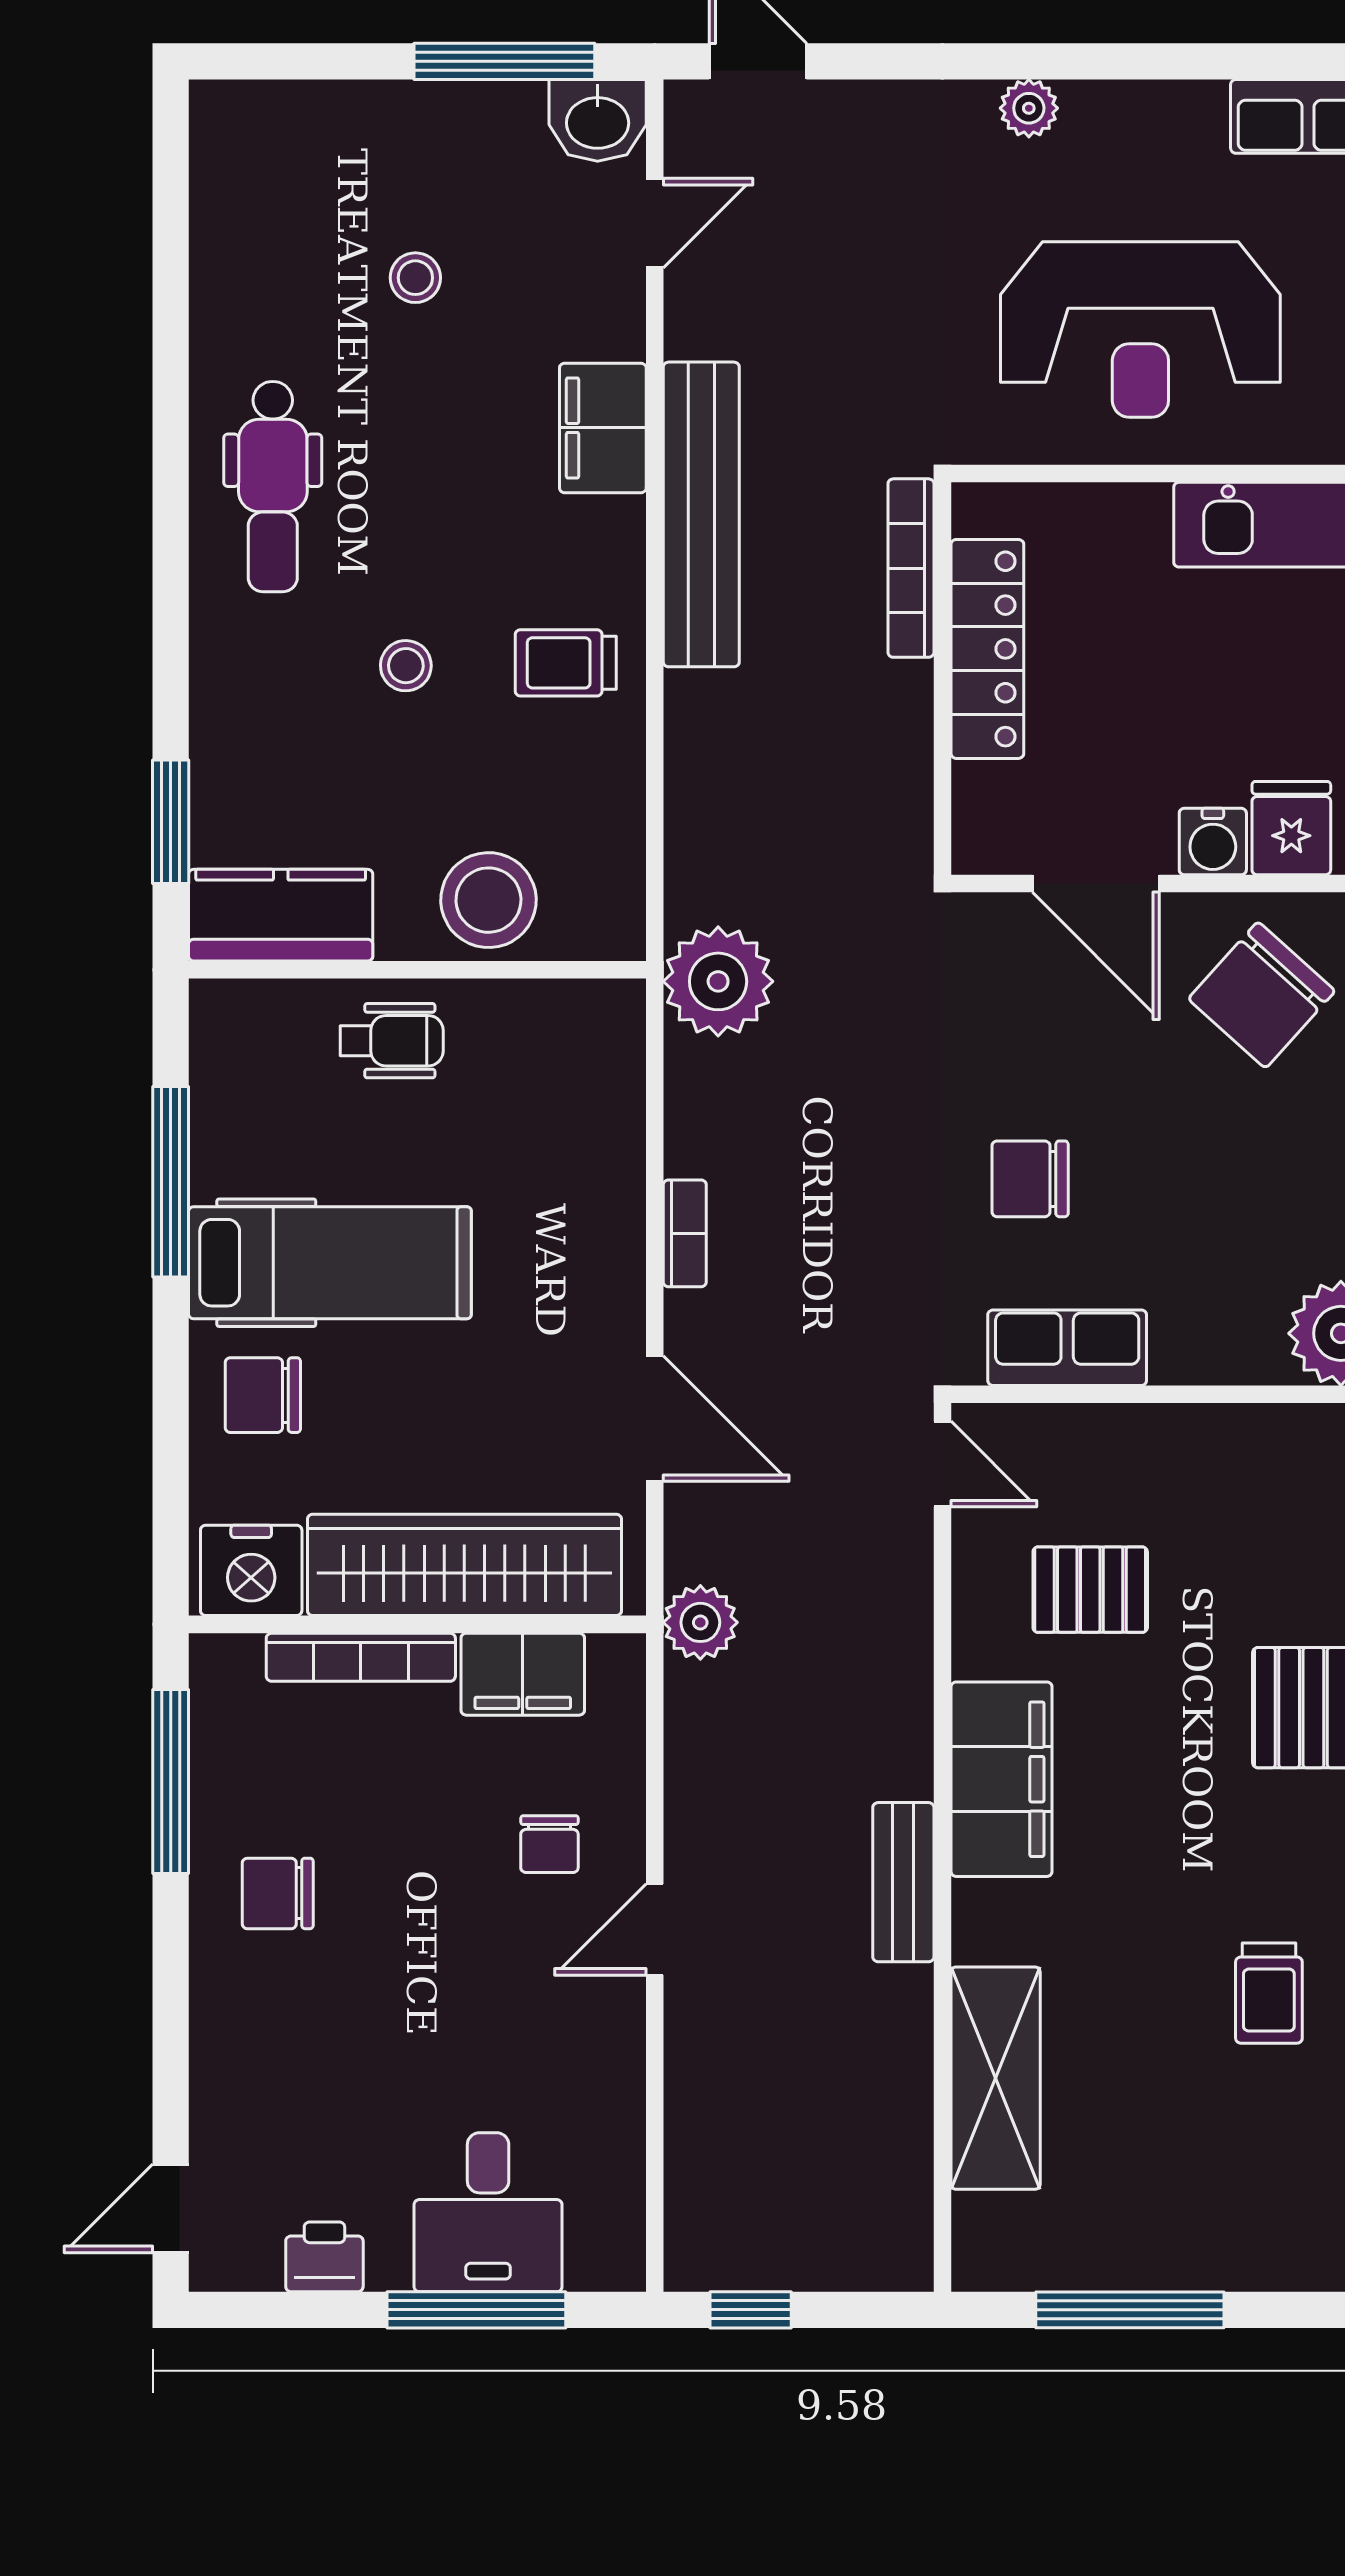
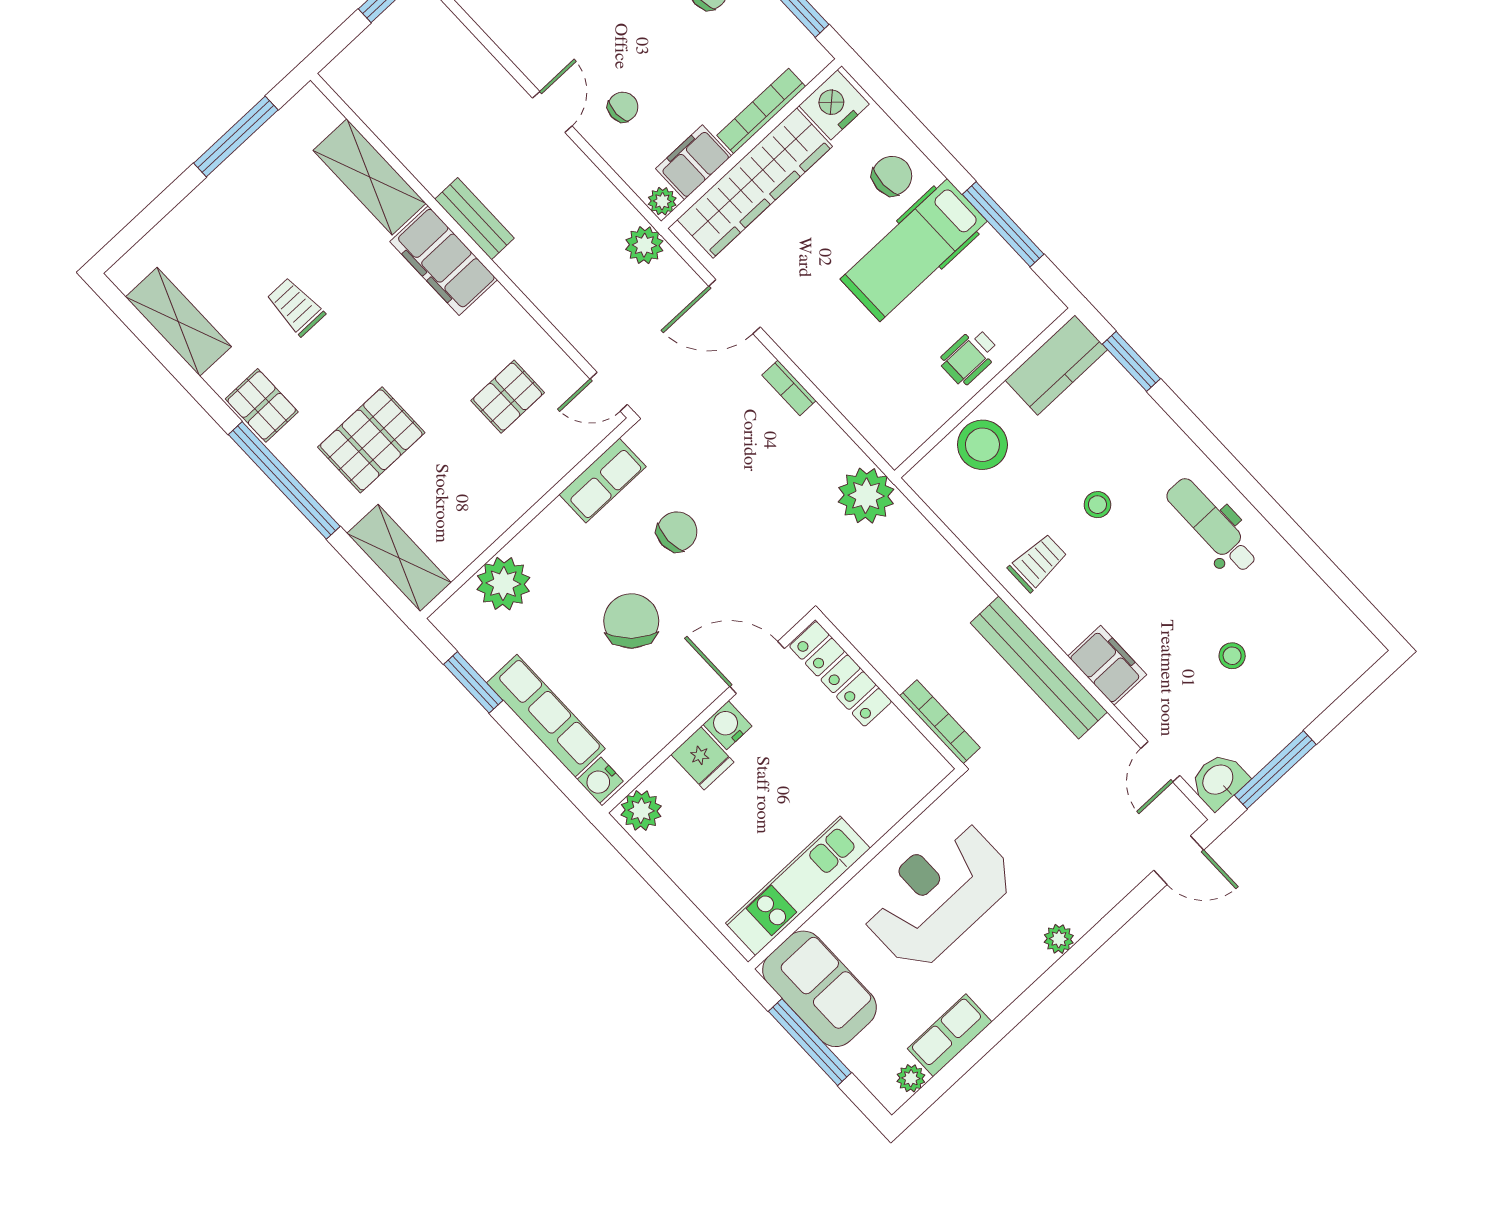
locker: (987, 649) -> (841, 674), moved
chair: (1262, 995) -> (631, 621), moved
plant: (618, 1661) -> (662, 201), added
filing cabinet: (1002, 1779) -> (444, 261), moved
chair: (549, 1844) -> (623, 107), turned 90

